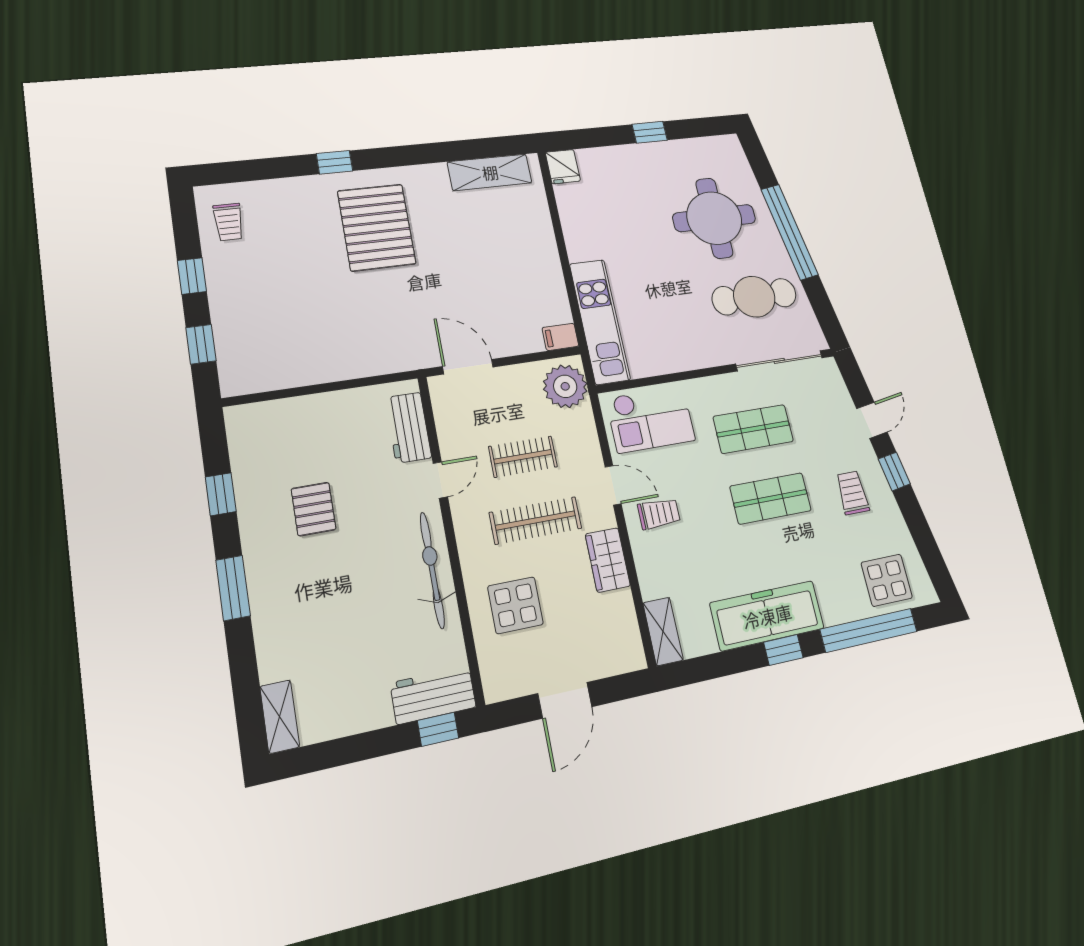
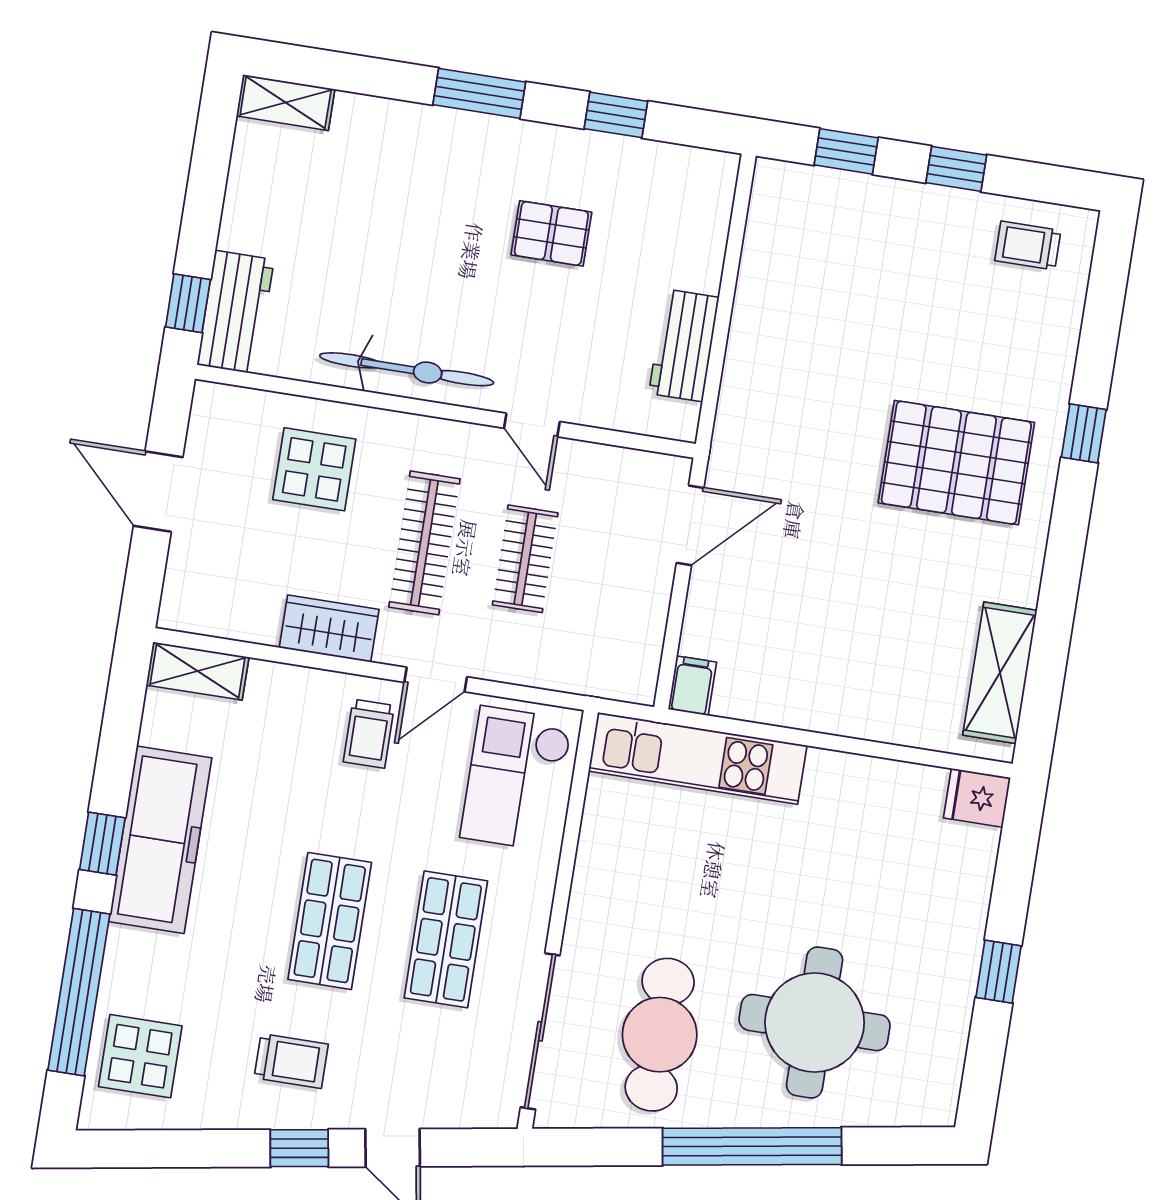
plant: (565, 386) -> (612, 664), removed
workbench: (408, 428) -> (684, 345), moved, turned -90

